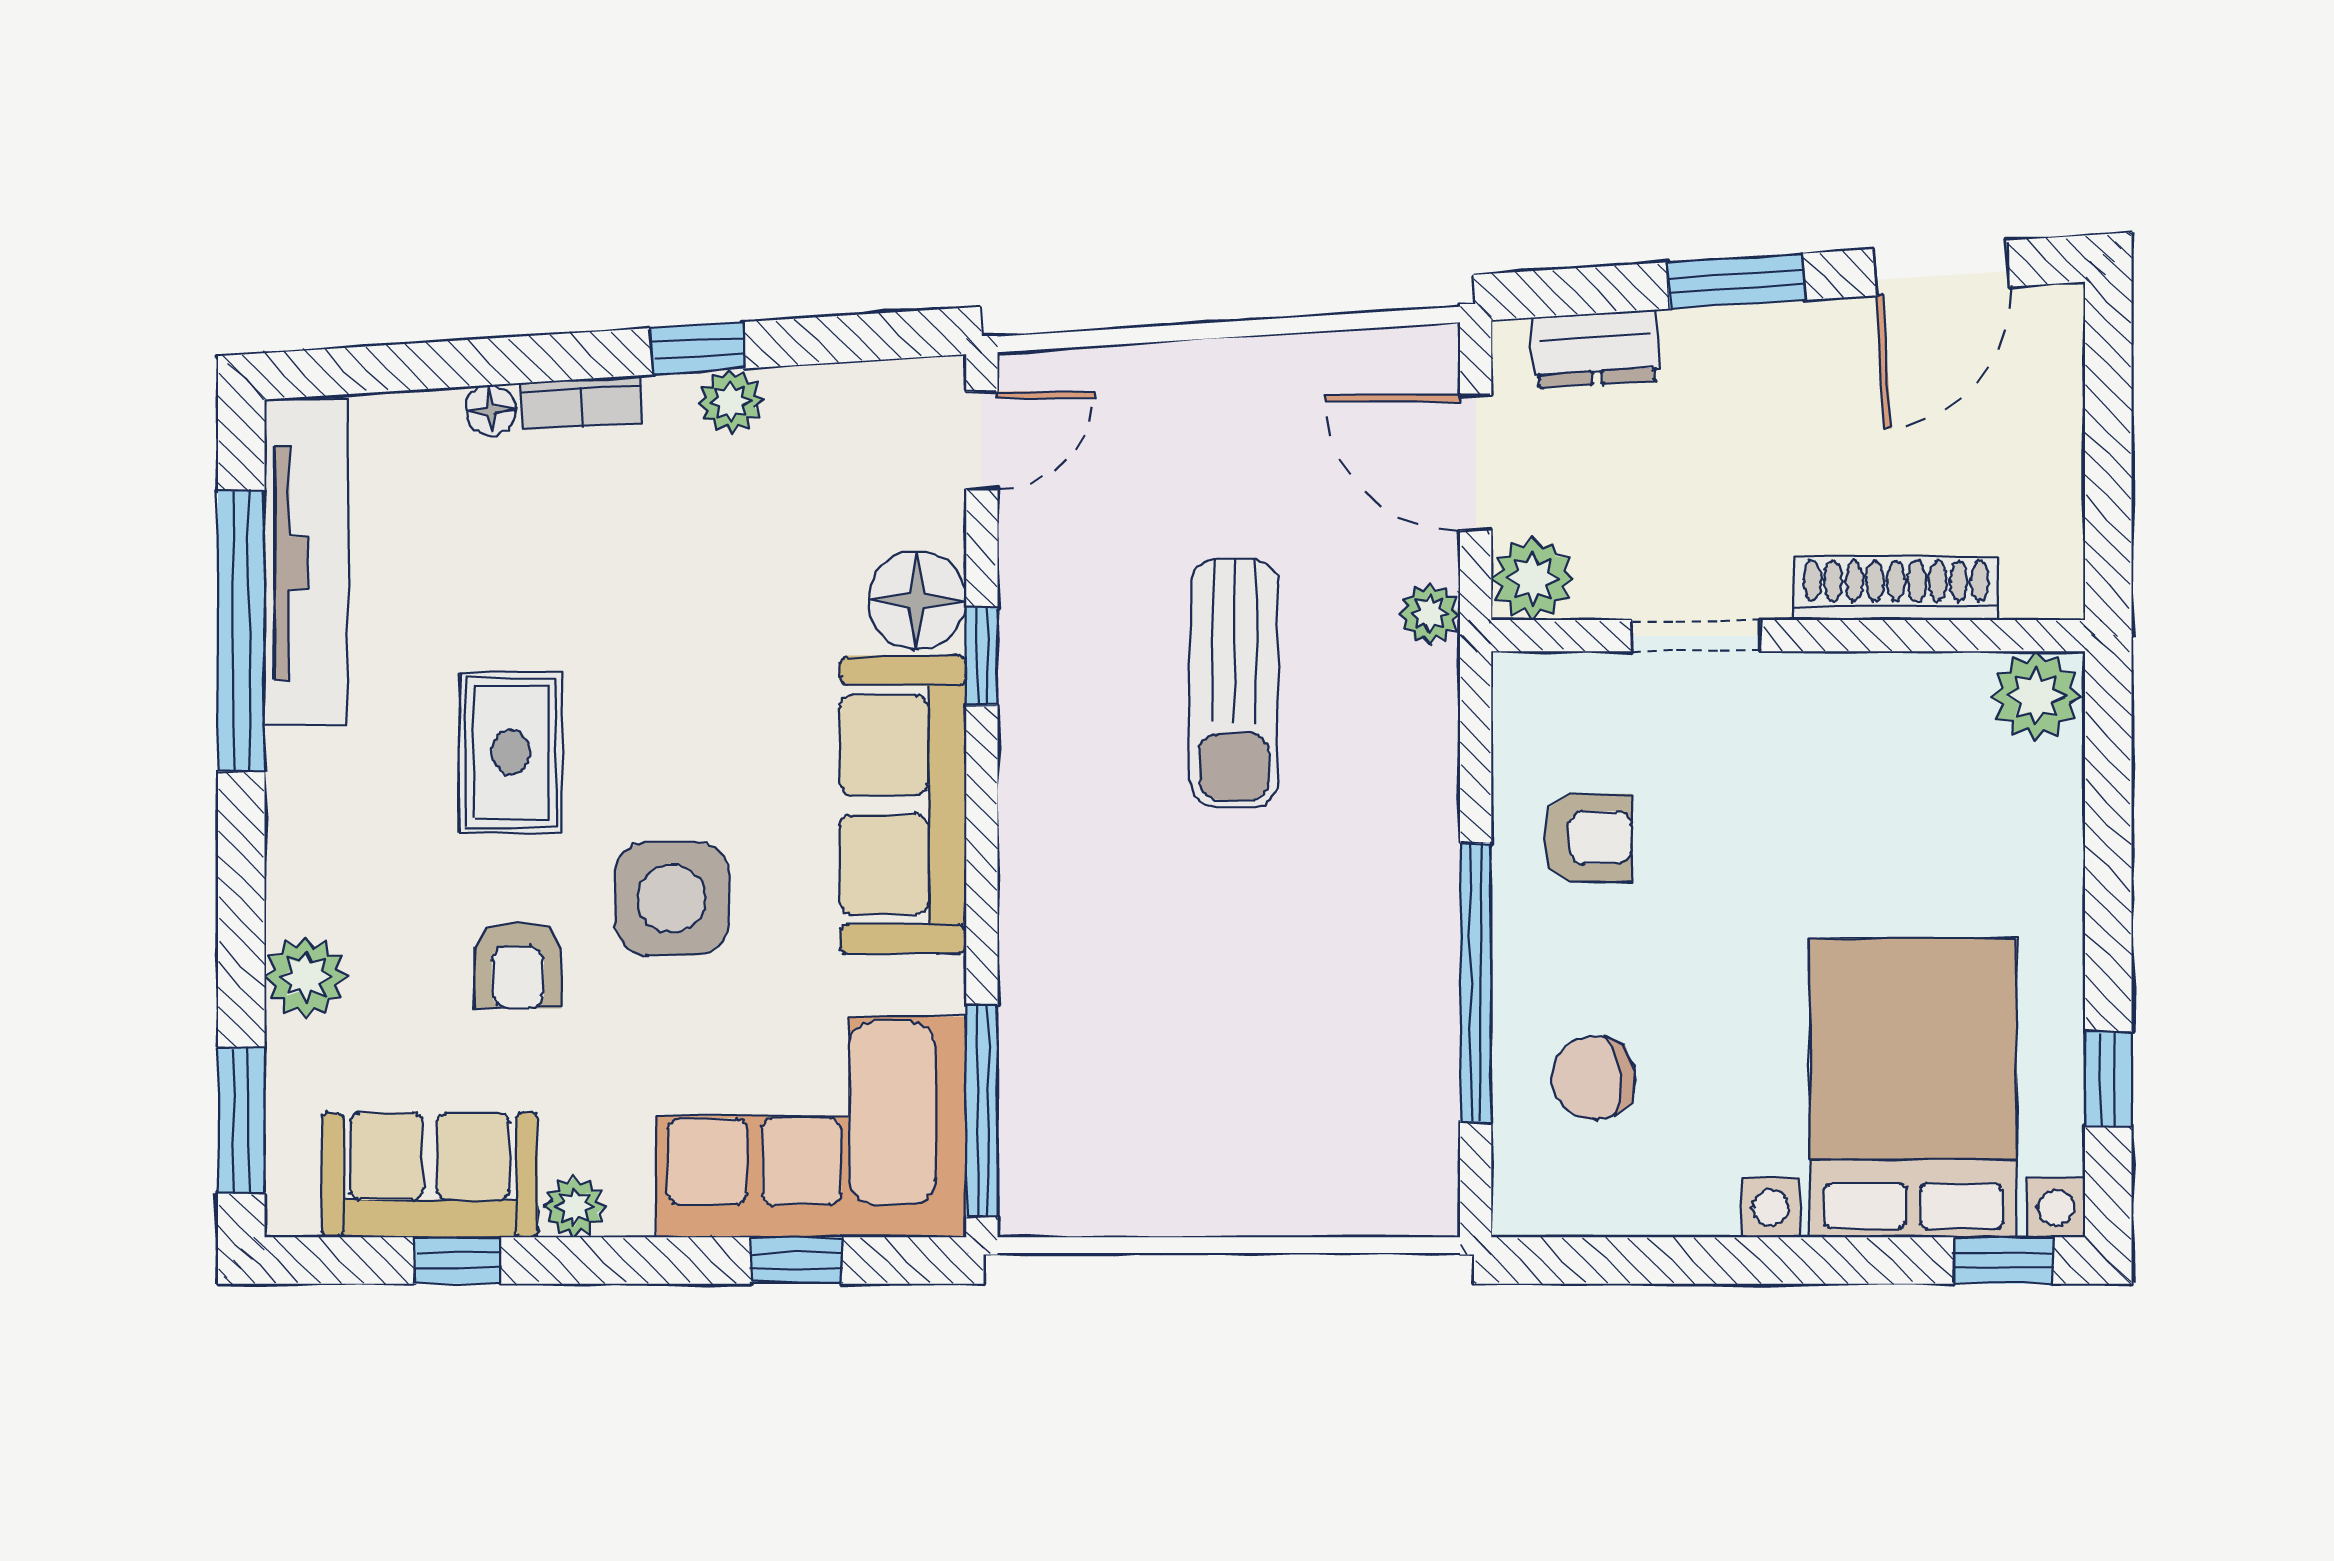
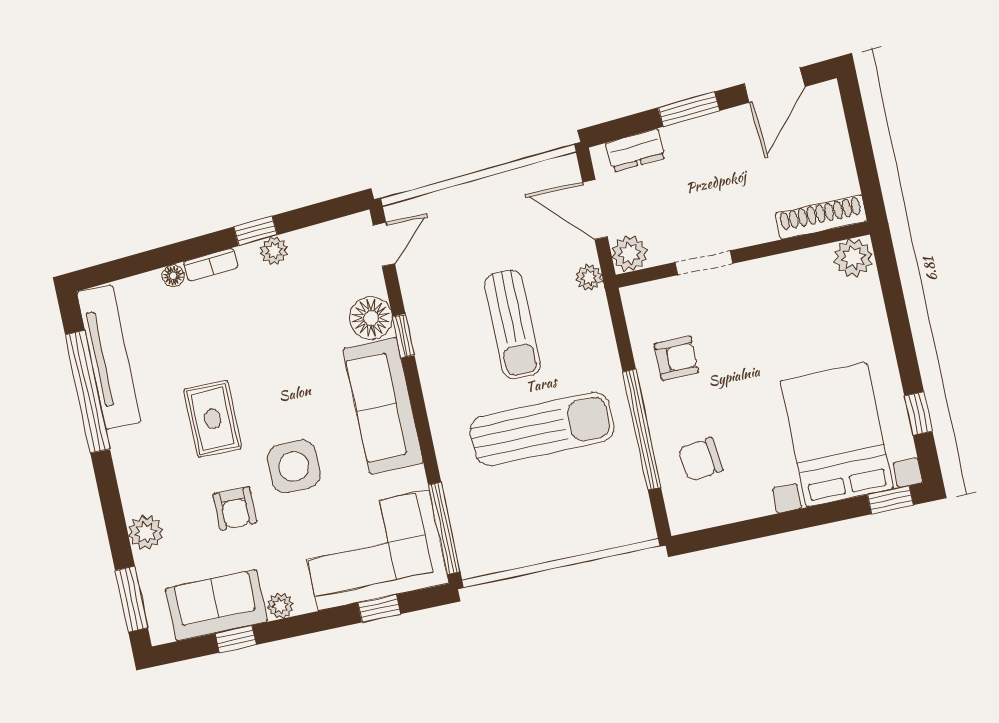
shoe rack: (1896, 589) -> (821, 217), moved
sun lounger: (1251, 933) -> (542, 429), added

